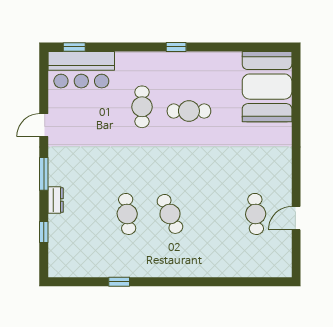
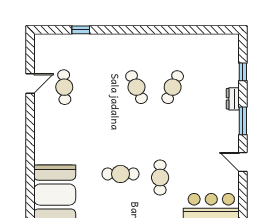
door: (44, 125) -> (243, 162), swing flipped
cafe table: (127, 214) -> (173, 87), turned 30
window: (119, 282) -> (81, 30), moved

